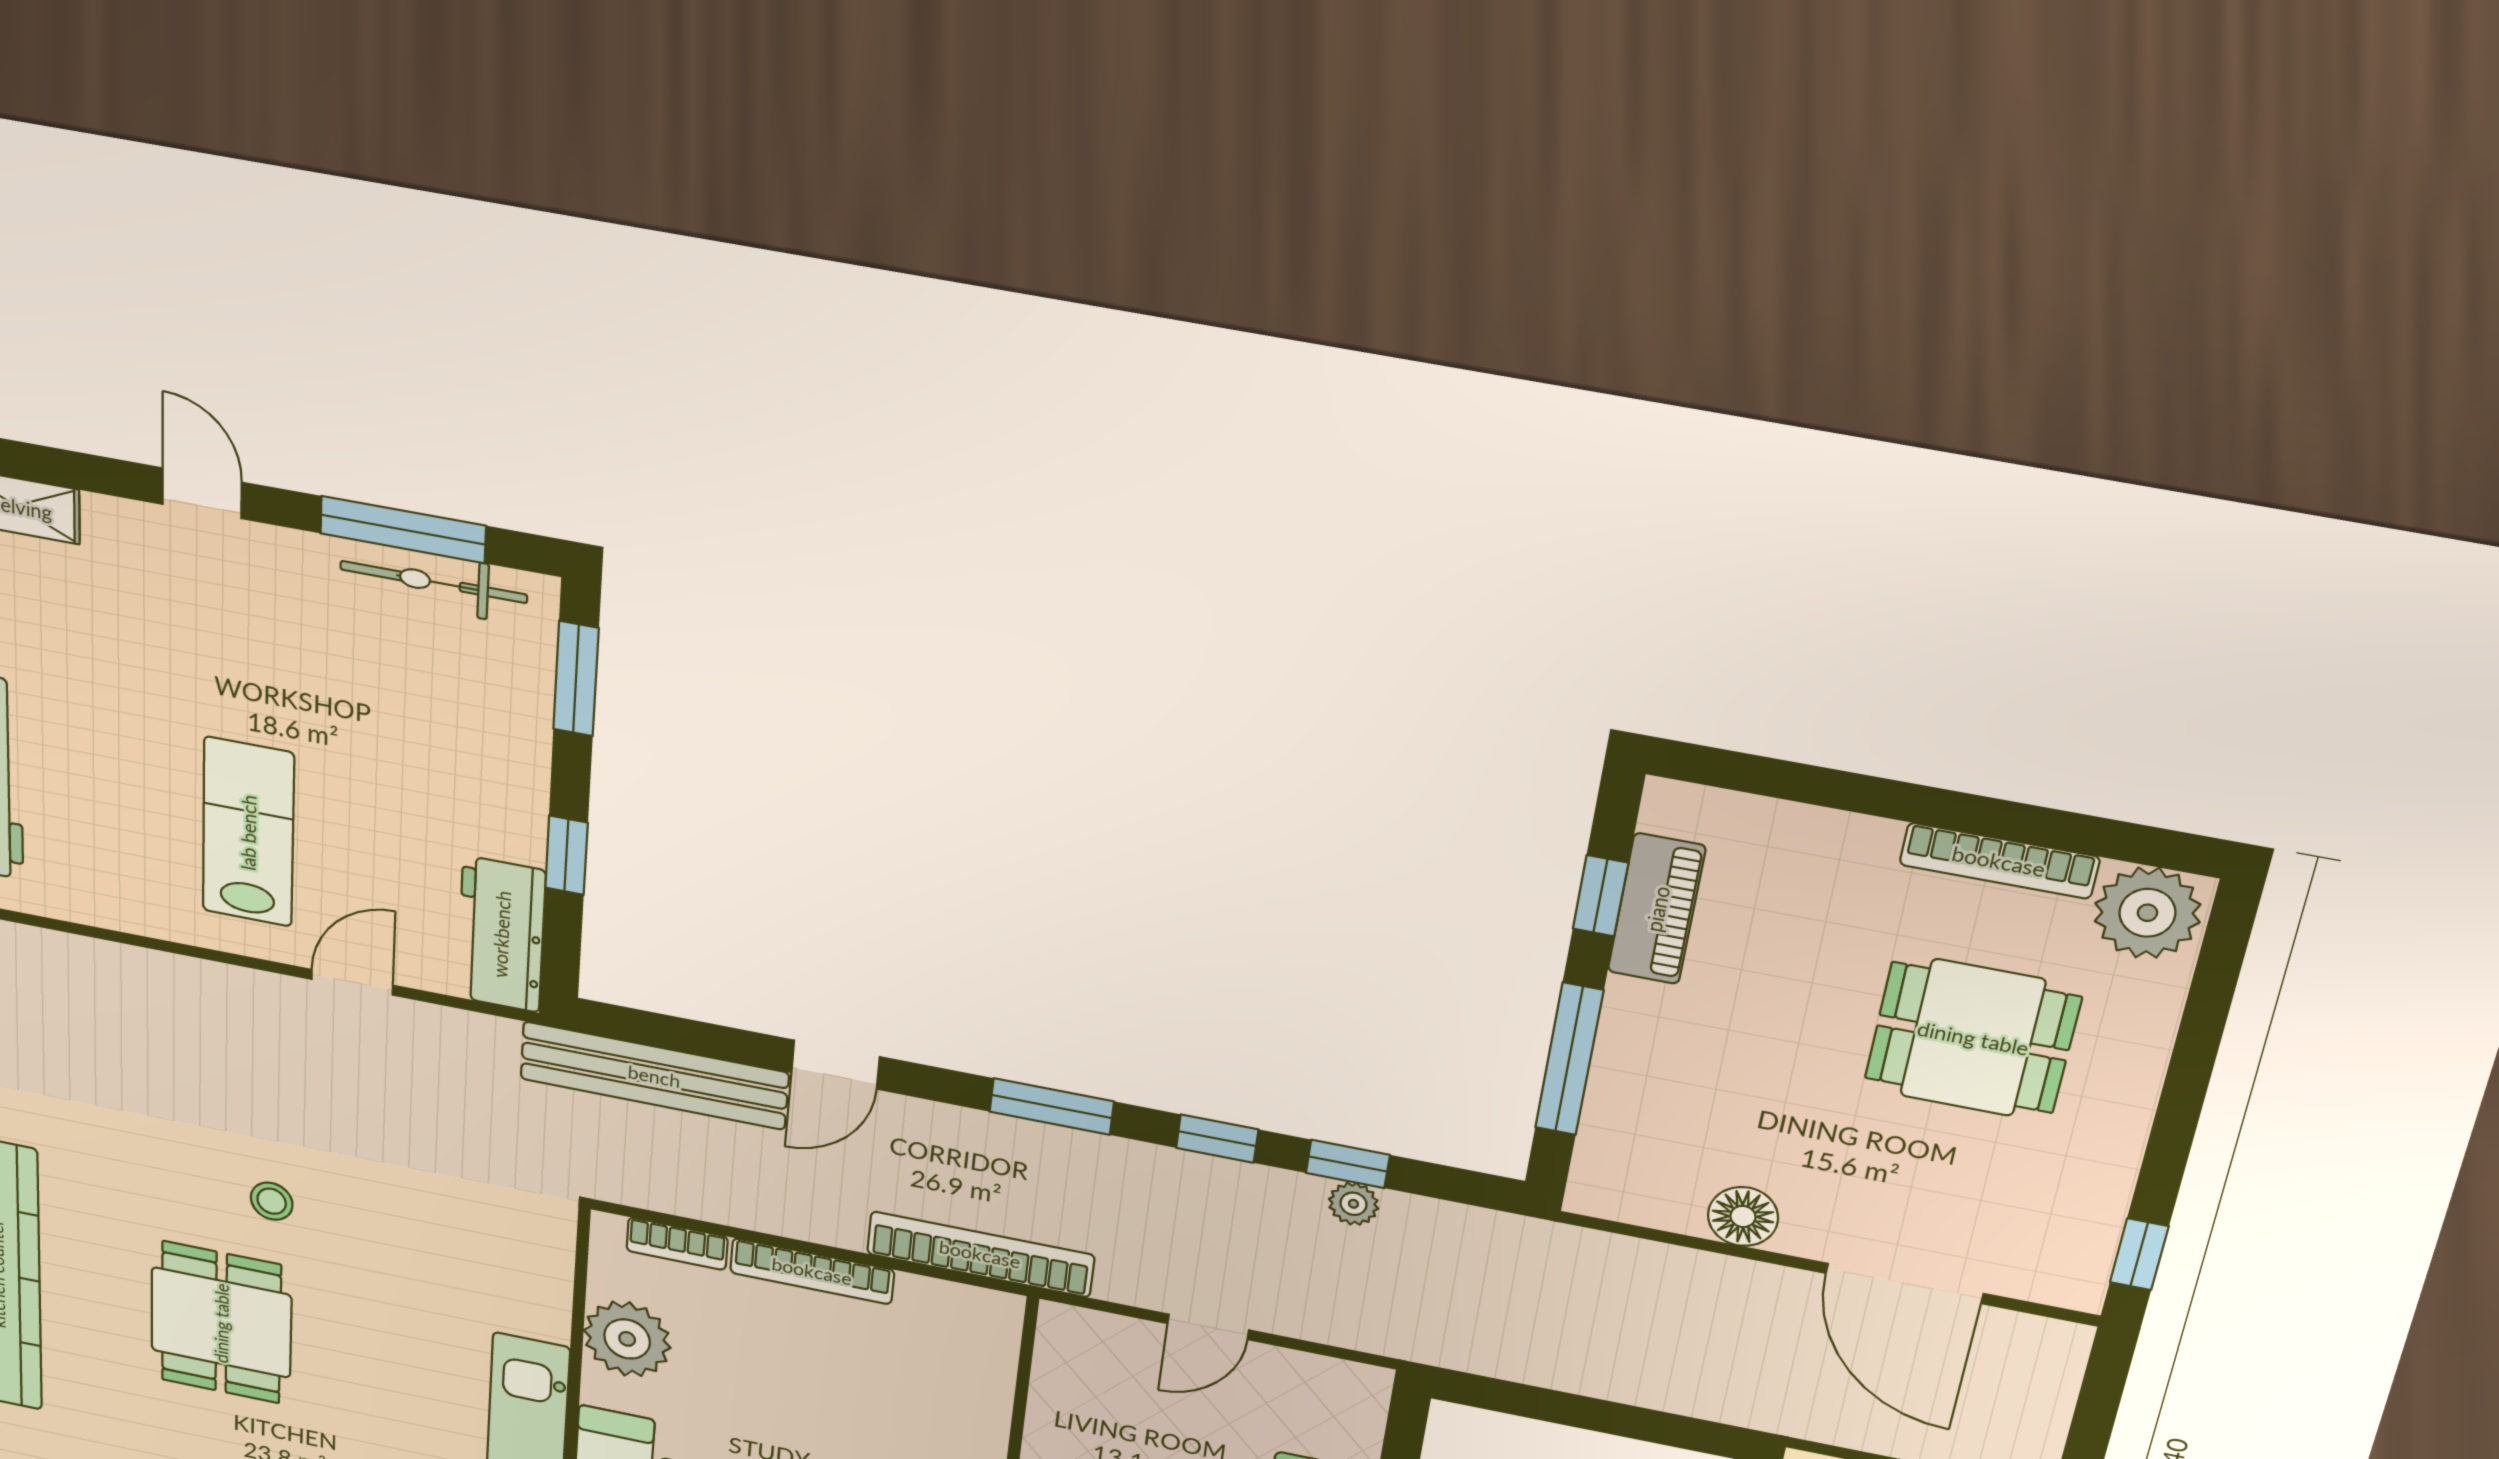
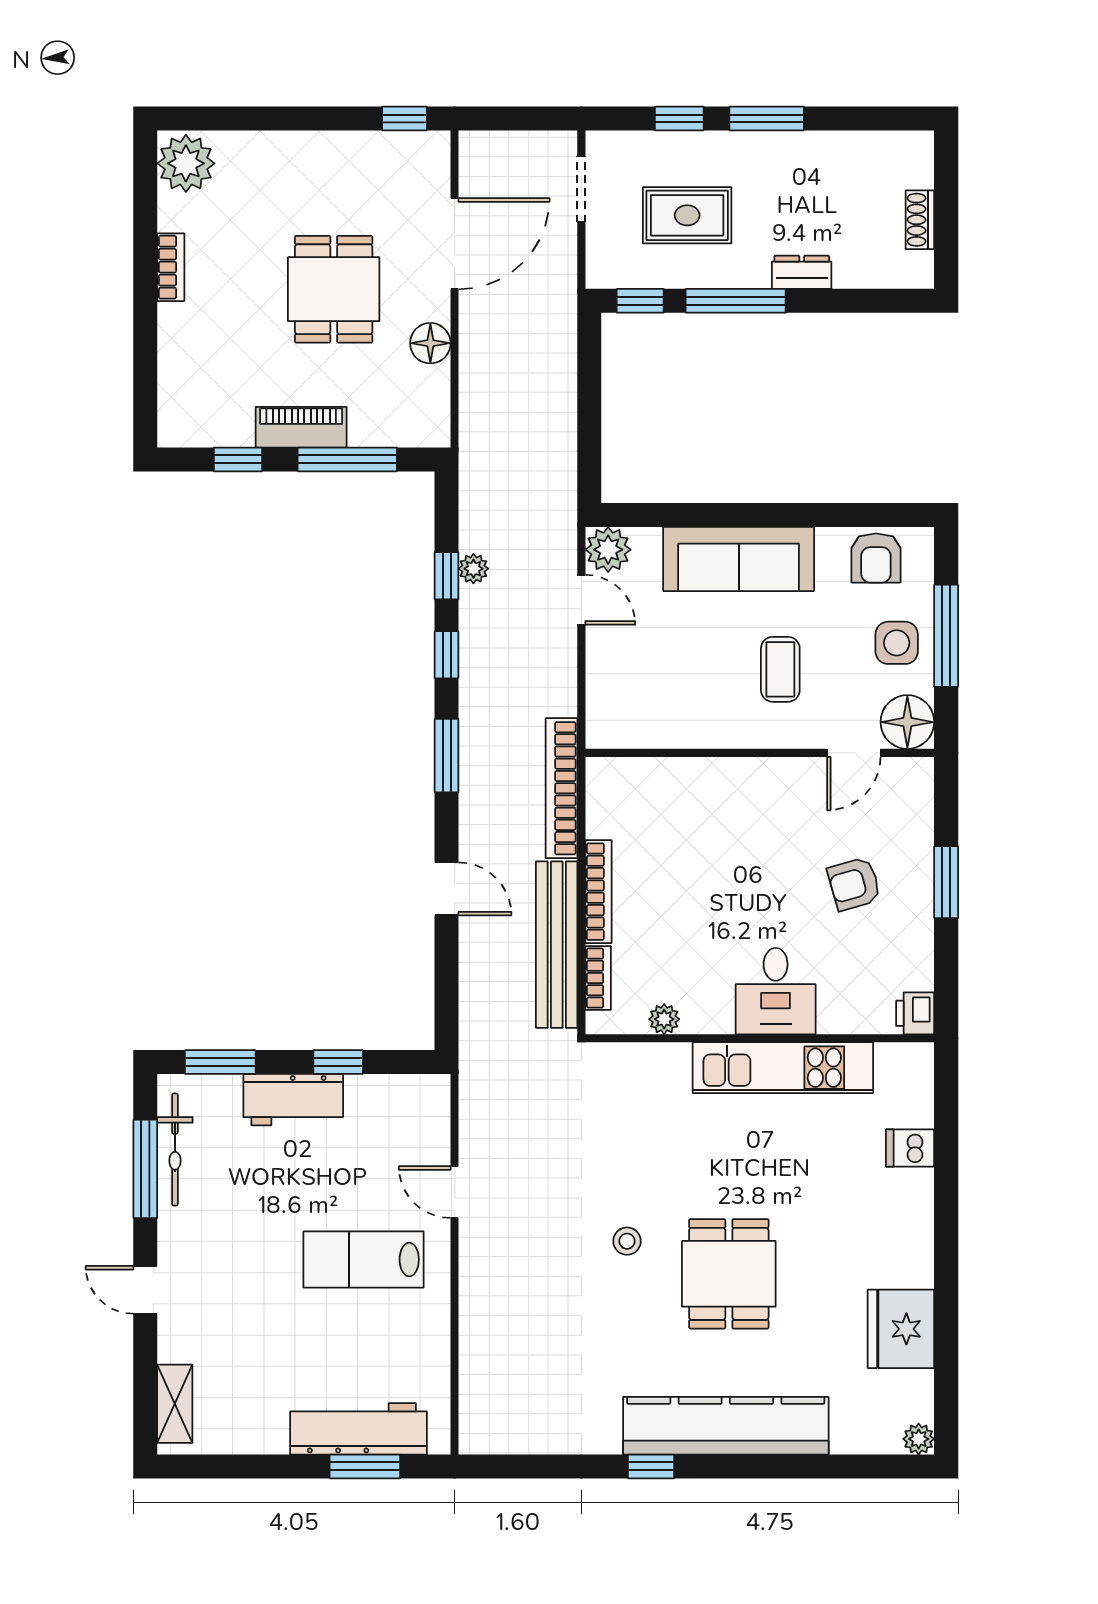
door: (202, 493) -> (145, 1290), hinge flipped
bookcase: (1999, 861) -> (171, 267), width x0.64
piano: (1657, 909) -> (301, 427), moved
workbench: (501, 934) -> (293, 1100), moved
dining table: (1973, 1038) -> (334, 289), moved
bench: (654, 1076) -> (557, 945), moved
dining table: (221, 1323) -> (729, 1274), turned 90
door: (1208, 1327) -> (581, 600), moved
plant: (627, 1339) -> (664, 1019), width x0.53, depth x0.53
plant: (1354, 1392) -> (608, 550), added

